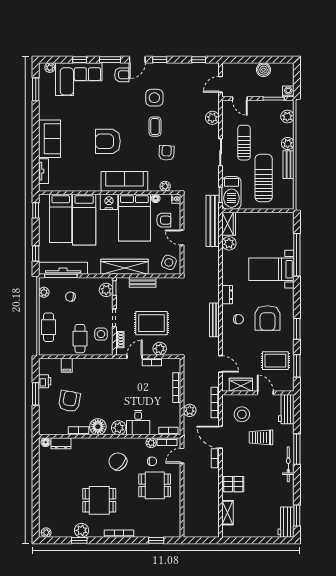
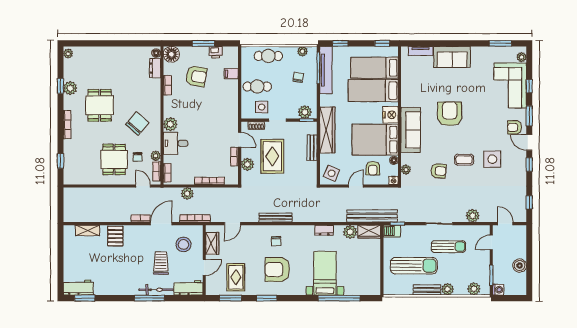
armchair: (122, 75) -> (515, 127), turned 90
barbecue: (231, 193) -> (392, 231), width x0.53, depth x0.65
dresser: (227, 295) -> (324, 230), moved
floor lamp: (98, 427) -> (171, 54), moved
bicycle: (288, 464) -> (156, 290), moved

